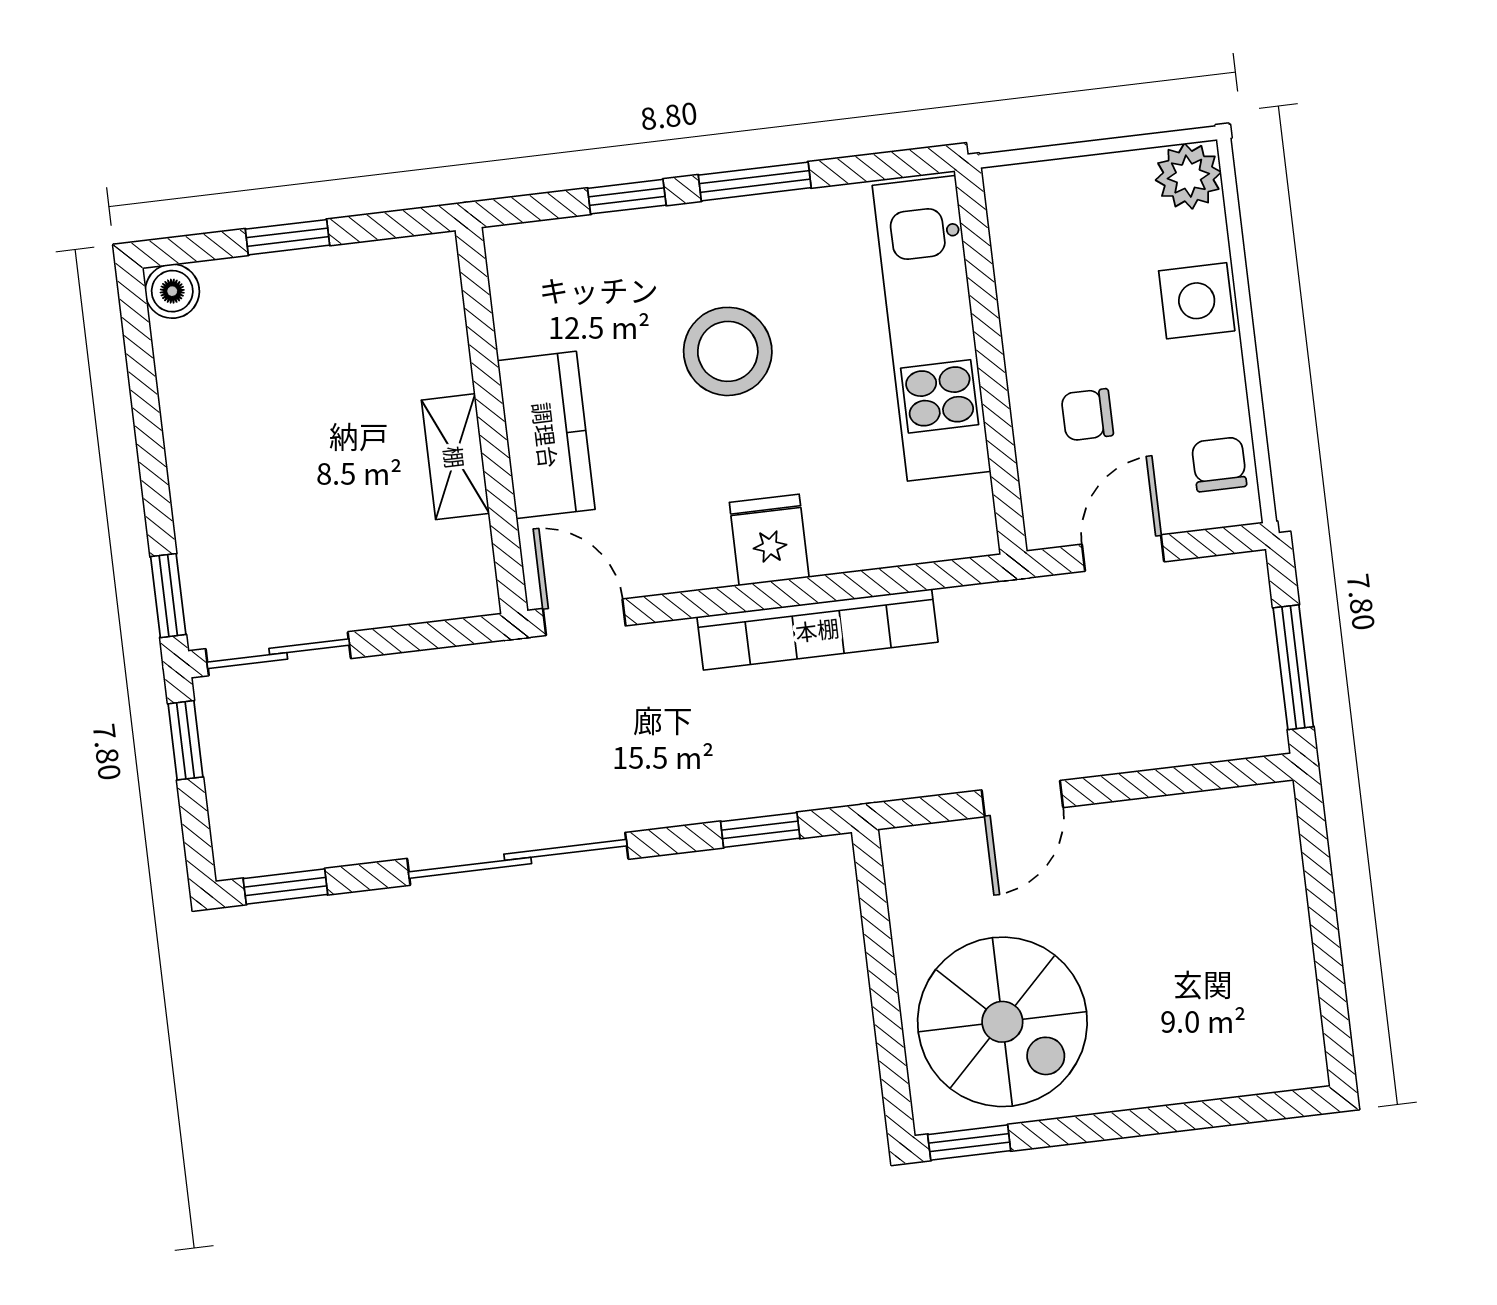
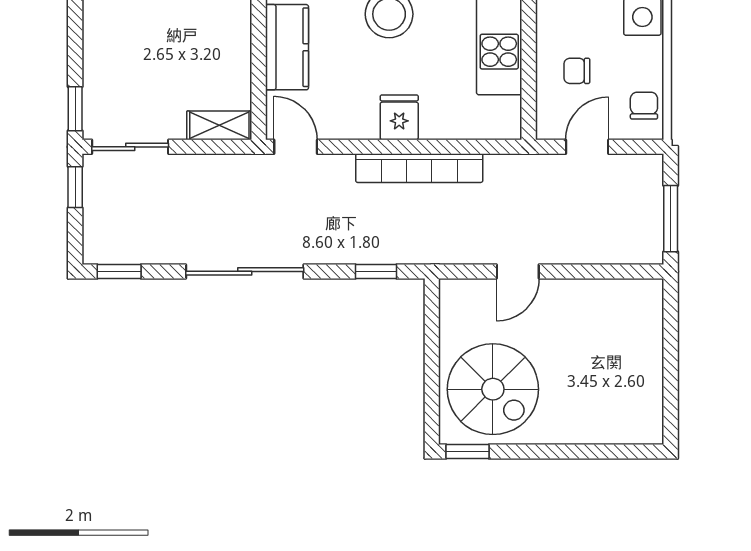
shelving: (455, 457) -> (219, 125), moved, turned 90

